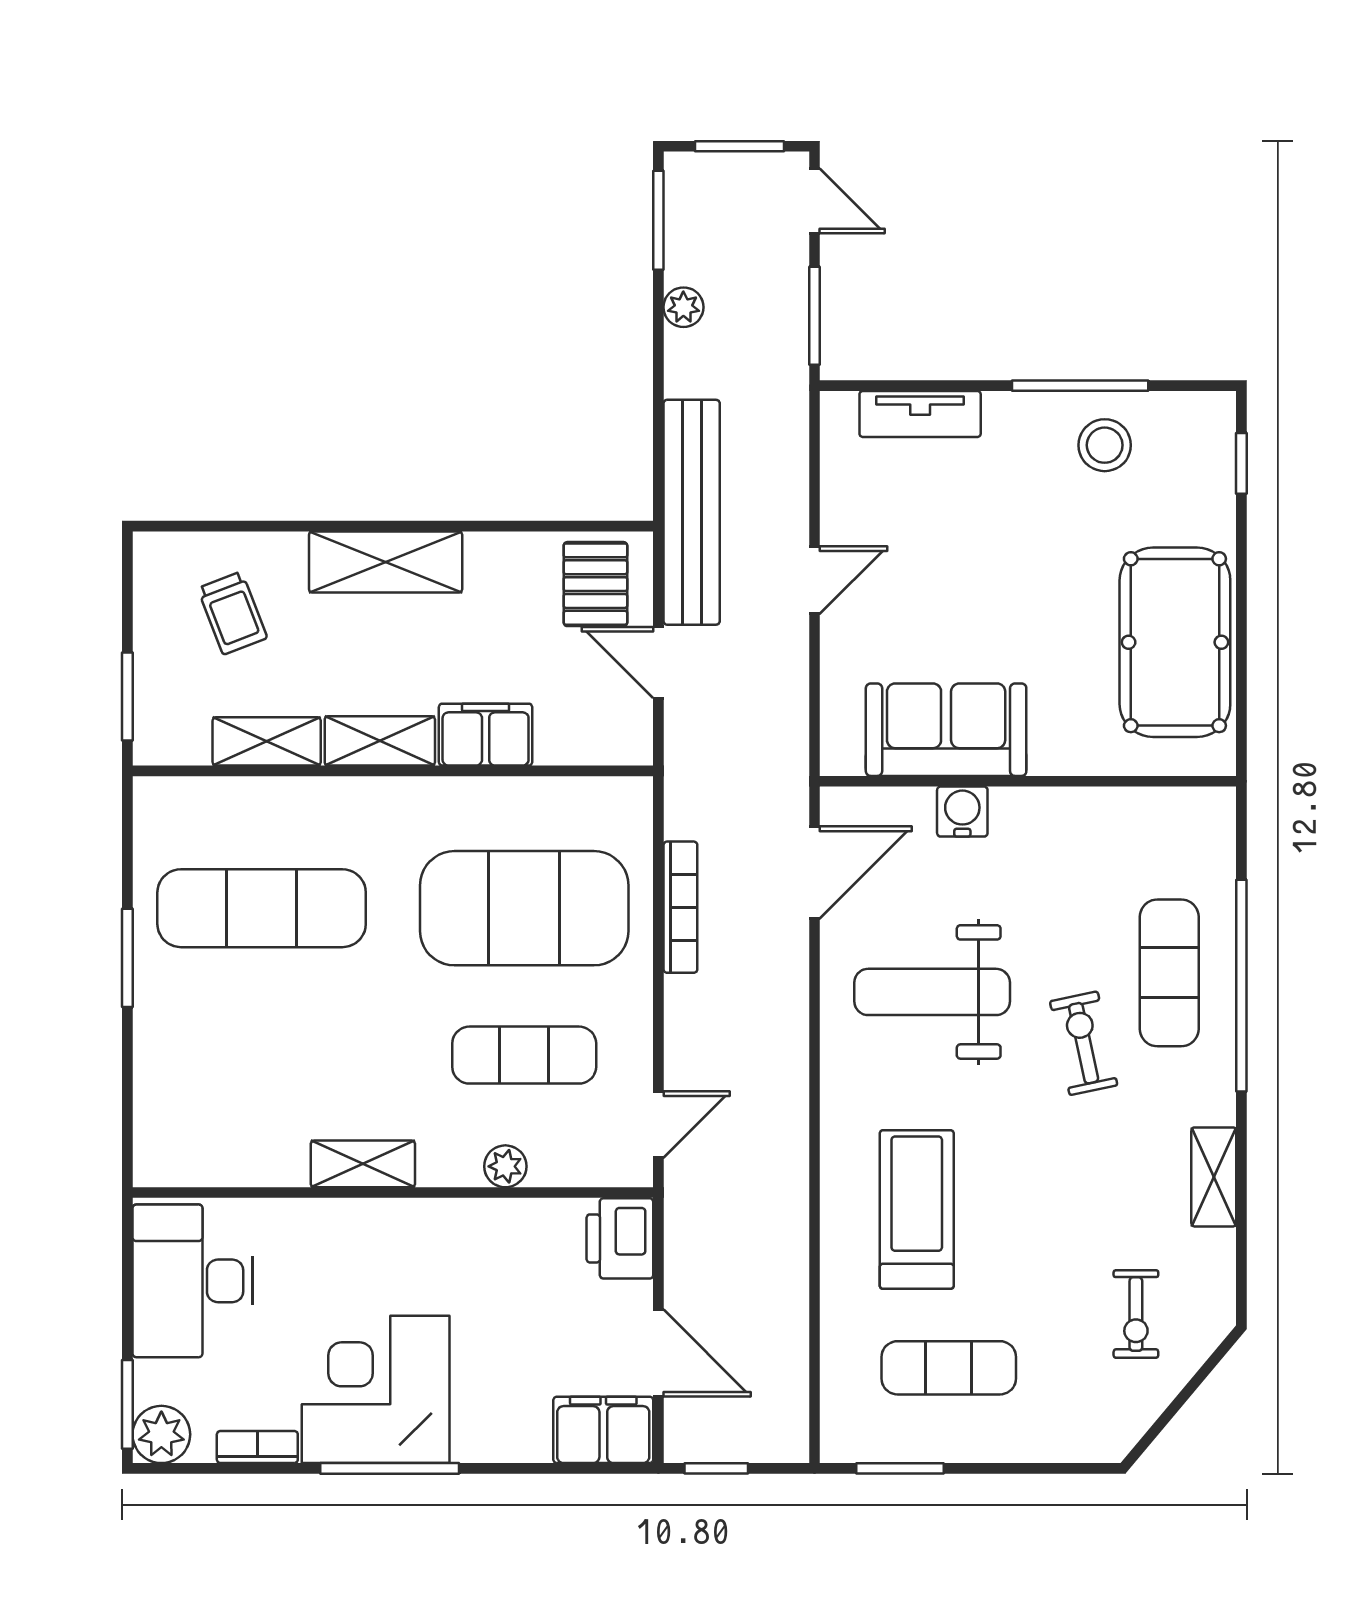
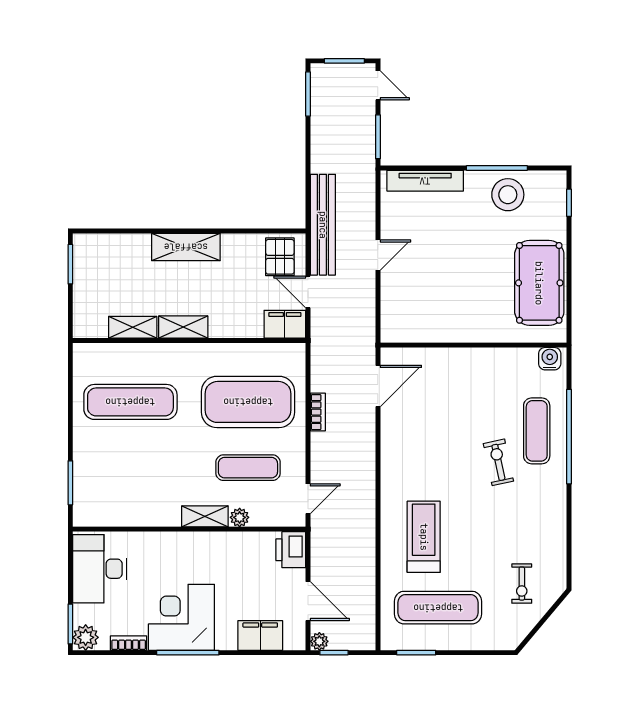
plant: (683, 307) -> (319, 641), moved
tv unit: (920, 414) -> (425, 181), width x1.41
stool: (1105, 445) -> (508, 195), width x1.38, depth x1.38
trolley: (232, 613) -> (117, 270), removed
window: (127, 697) -> (70, 264), moved
sofa: (946, 730) -> (437, 322), removed
filing cabinet: (486, 735) -> (285, 324), moved
water cooler: (962, 812) -> (550, 359), moved
bookcase: (680, 907) -> (318, 412), width x0.64
window: (127, 958) -> (70, 483), moved
weight bench: (932, 992) -> (431, 439), removed
shelving: (363, 1164) -> (205, 516), moved
shelving: (1214, 1177) -> (557, 522), removed
exercise mat: (949, 1368) -> (438, 608), width x1.36, depth x1.45
filing cabinet: (603, 1430) -> (260, 635), moved

